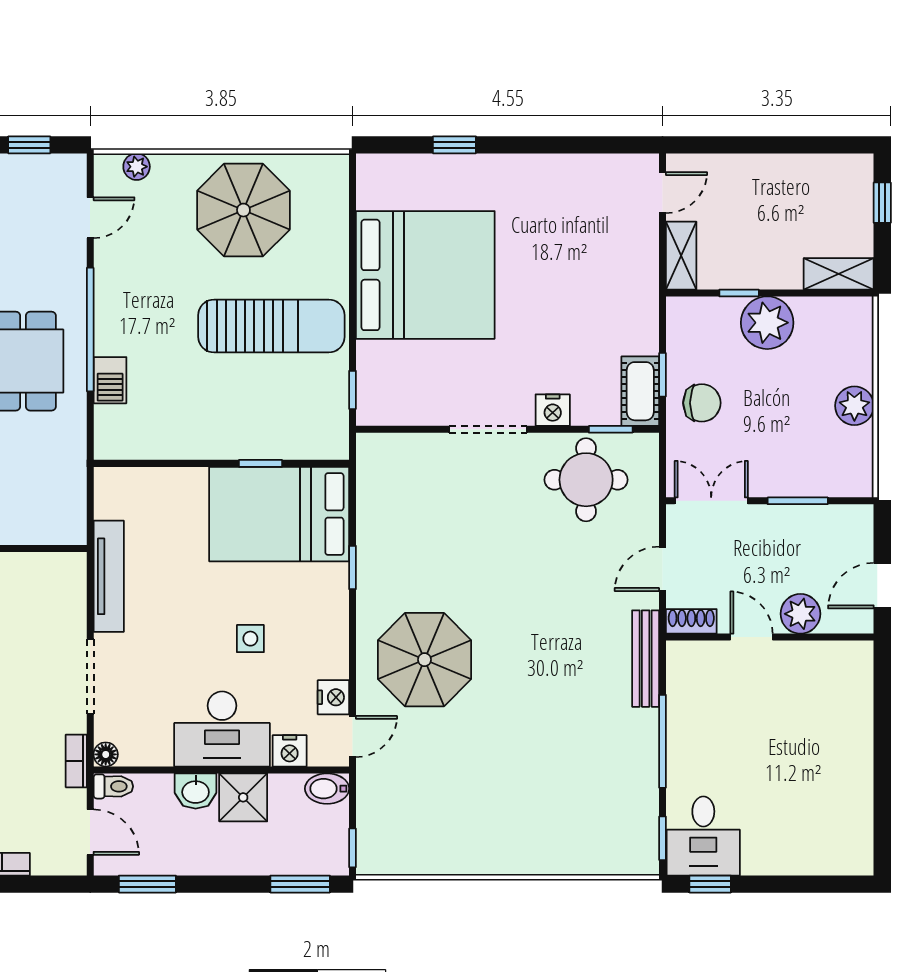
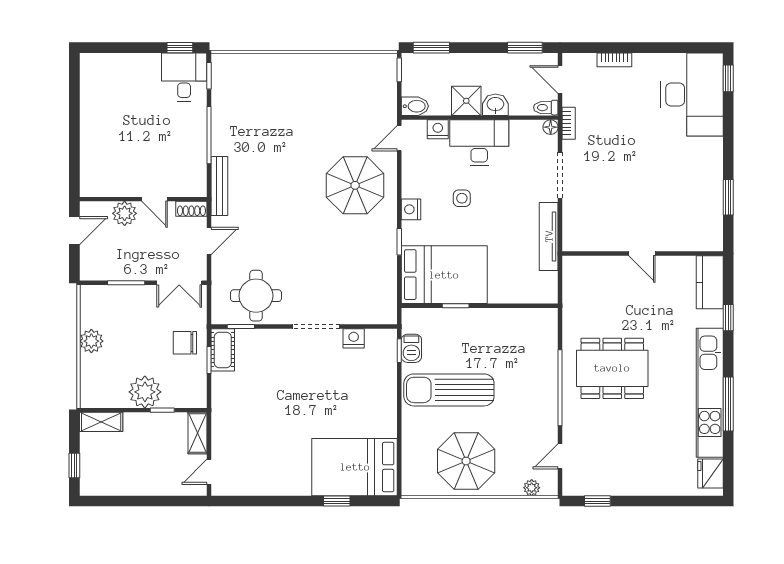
bed: (425, 275) -> (355, 467), moved, width x0.73
barbecue: (110, 380) -> (411, 348), moved, turned 180
nightstand: (553, 410) -> (354, 338), moved
nightstand: (333, 697) -> (411, 209), moved

